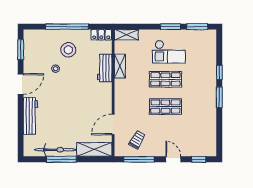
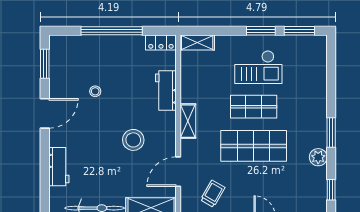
stool: (68, 50) -> (133, 140), moved
shelving: (120, 66) -> (188, 121), moved
window: (219, 72) -> (331, 190), moved
shop shelf: (165, 107) -> (254, 146), width x1.43, depth x1.36
plant: (210, 114) -> (318, 157), added
workbench: (30, 116) -> (59, 167), width x0.73

